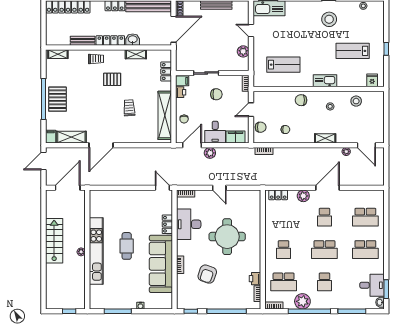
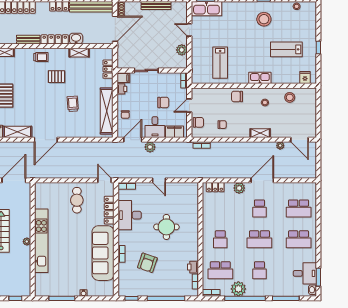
lab bench: (283, 65) -> (220, 63), turned 90
chair: (216, 94) -> (163, 102), moved
locker: (167, 224) -> (109, 210), width x1.53
round table: (227, 237) -> (166, 227), width x0.73, depth x0.73
cafe table: (127, 246) -> (77, 200), moved

